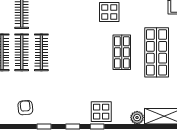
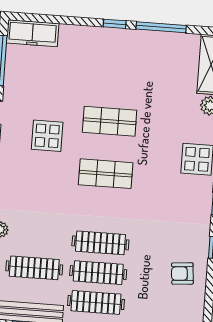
shop shelf: (157, 52) -> (106, 174), moved, width x0.70, depth x0.74

